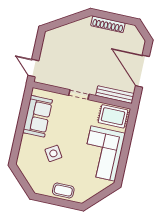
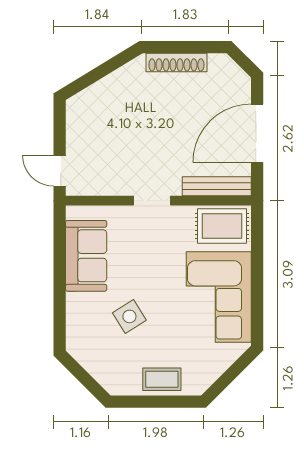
door: (142, 71) -> (257, 133), hinge flipped

